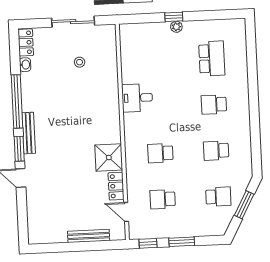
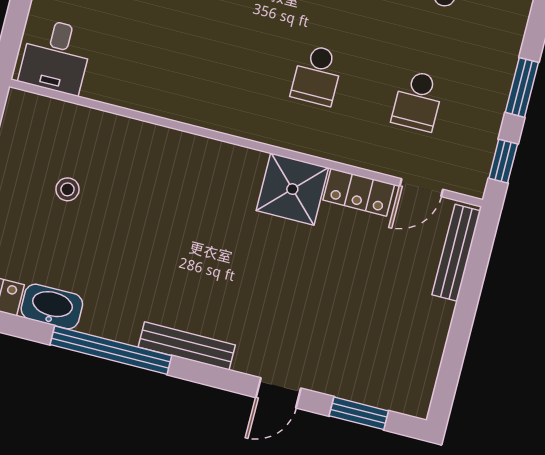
washbasin: (25, 65) -> (52, 307), width x1.91, depth x1.45
desk: (137, 98) -> (56, 56), moved
window: (19, 149) -> (359, 413), moved
bench: (89, 236) -> (456, 253), moved

